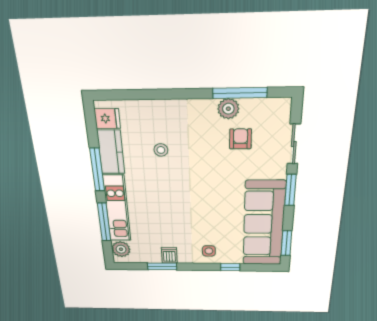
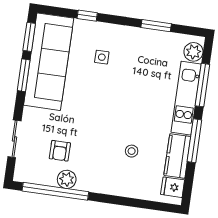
window: (240, 93) -> (55, 191), width x1.46
window: (290, 190) -> (24, 75), moved
side table: (209, 251) -> (102, 57), moved
dishwasher: (169, 255) -> (146, 38), removed

